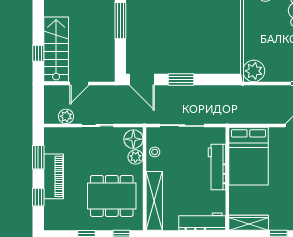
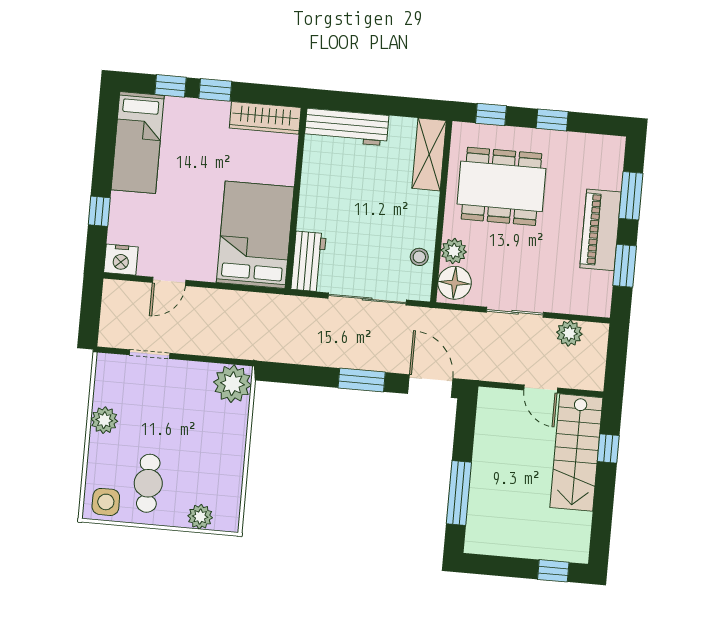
door: (79, 83) -> (541, 389), swing flipped
workbench: (217, 167) -> (309, 261), moved, width x0.73
window: (38, 197) -> (631, 196), width x1.50
shelving: (154, 201) -> (429, 154), width x0.68

